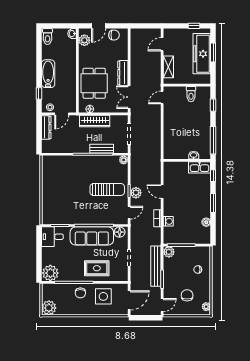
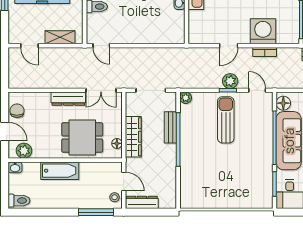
bathtub: (48, 74) -> (60, 171), moved, turned 180
window: (39, 93) -> (96, 212), width x2.17
washing machine: (168, 221) -> (263, 31), width x1.89, depth x1.89

